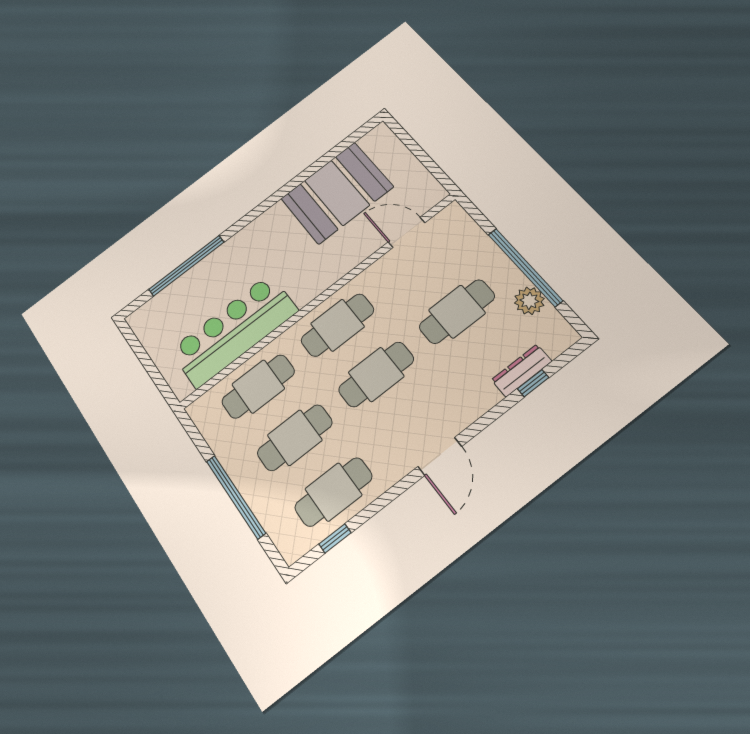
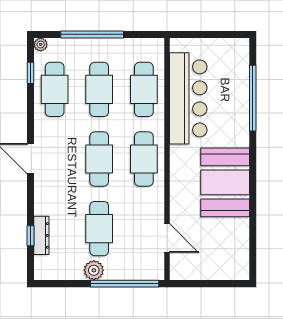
booth: (337, 193) -> (225, 182), moved
door: (407, 232) -> (167, 238), hinge flipped
window: (525, 267) -> (125, 284), moved
plant: (529, 301) -> (94, 270), moved
plant: (291, 552) -> (41, 45), added

